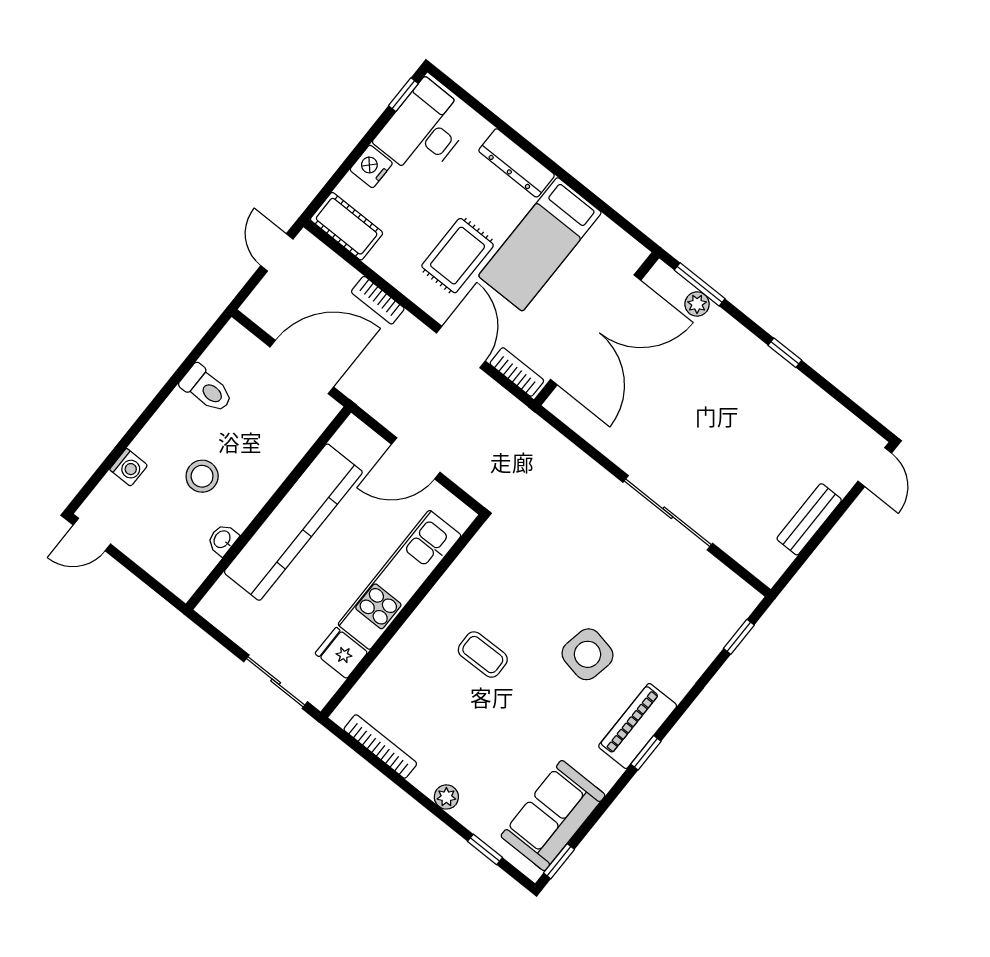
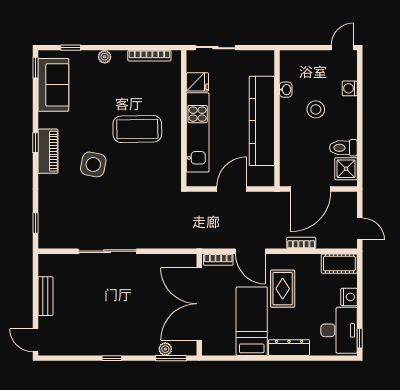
shower: (227, 355) -> (346, 169), added
coffee table: (483, 655) -> (137, 129), width x1.86, depth x1.72

